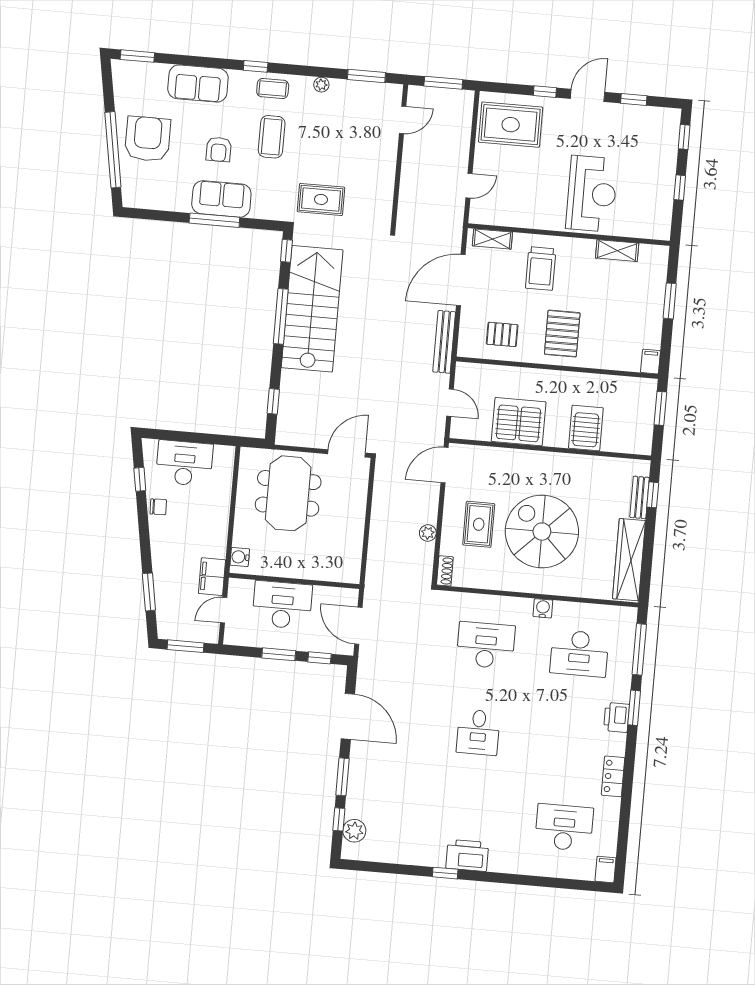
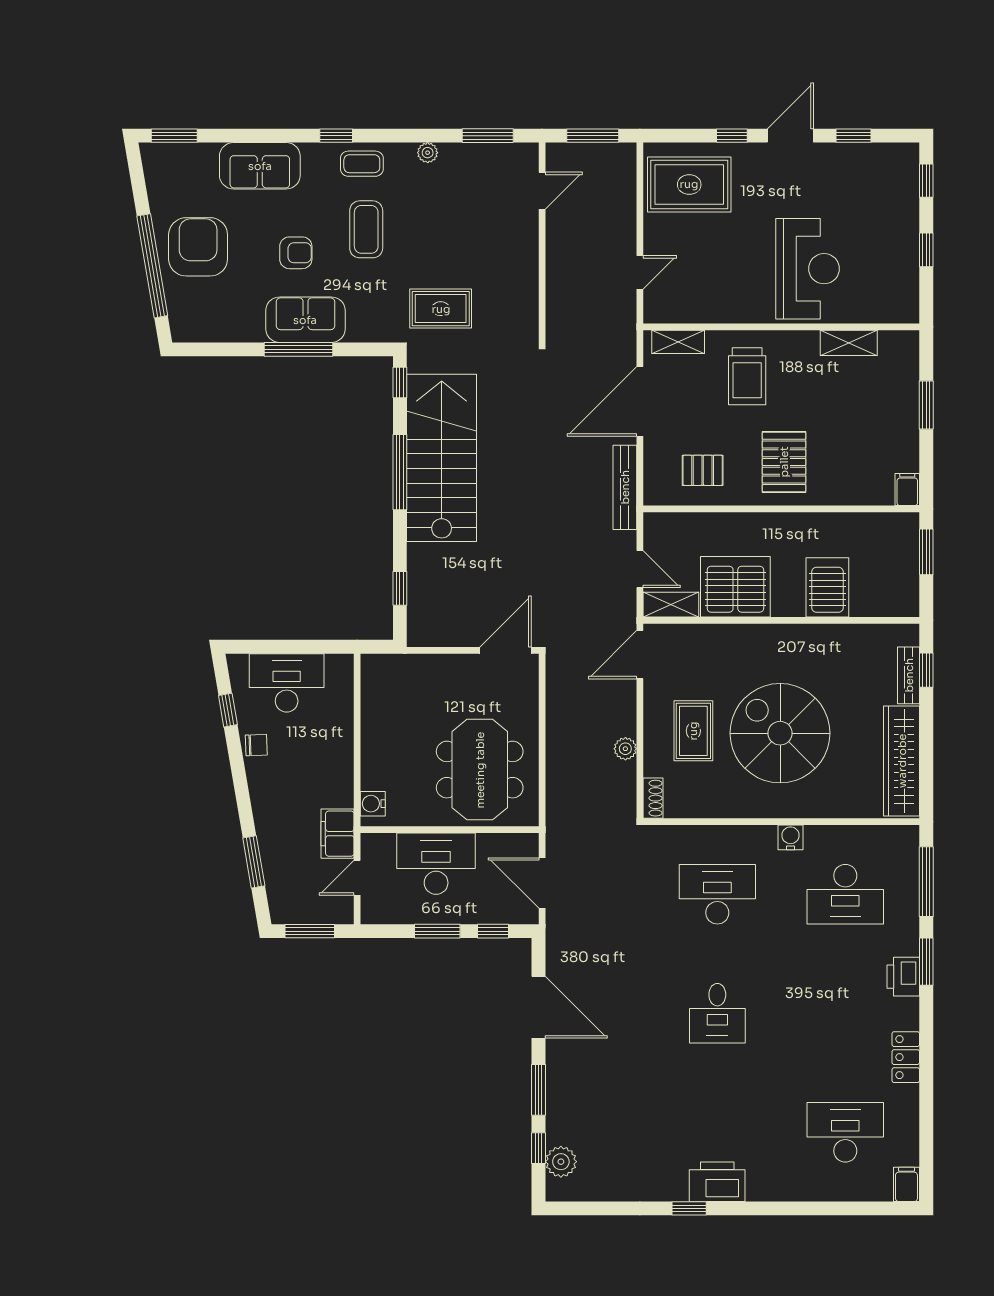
armchair: (219, 149) -> (296, 253), turned -90
shelving: (470, 431) -> (671, 605), added
meeting table: (288, 493) -> (480, 770), moved

